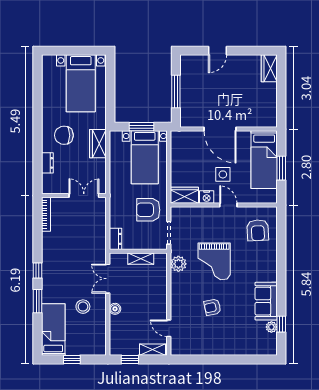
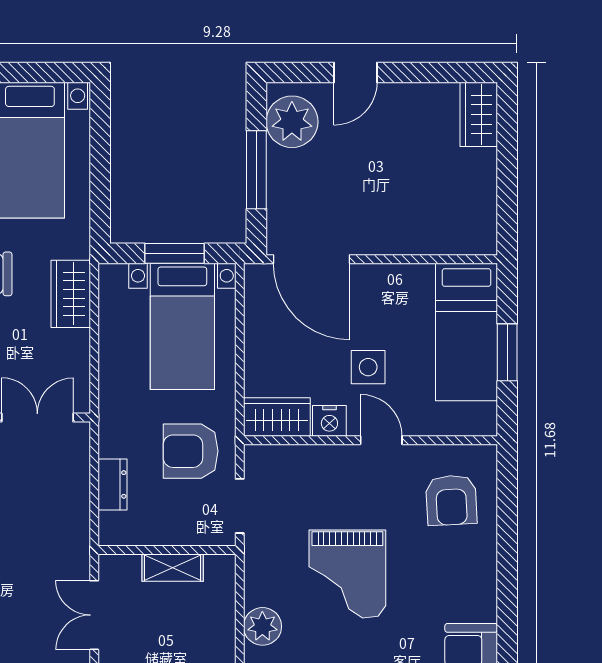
plant: (191, 71) -> (292, 122), added
door: (220, 129) -> (312, 259), moved
dresser: (115, 239) -> (113, 484), moved
plant: (178, 264) -> (262, 626), moved

